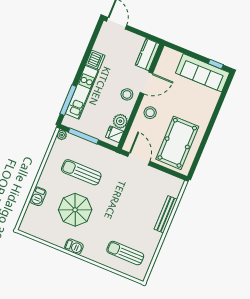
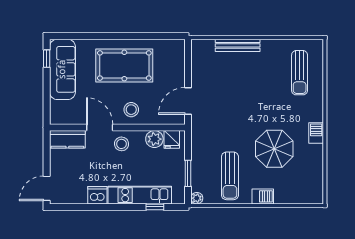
window: (68, 100) -> (155, 207), width x0.46
window: (83, 136) -> (188, 173), width x0.69
pool table: (177, 143) -> (124, 65), moved
sun lounger: (81, 172) -> (230, 176), moved
barbecue: (38, 196) -> (263, 196), moved

